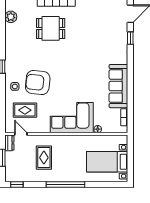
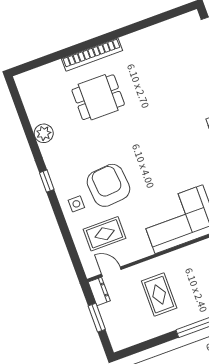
plant: (11, 17) -> (44, 133), moved
armchair: (38, 82) -> (108, 185), turned 79
window: (17, 185) -> (133, 350), removed

